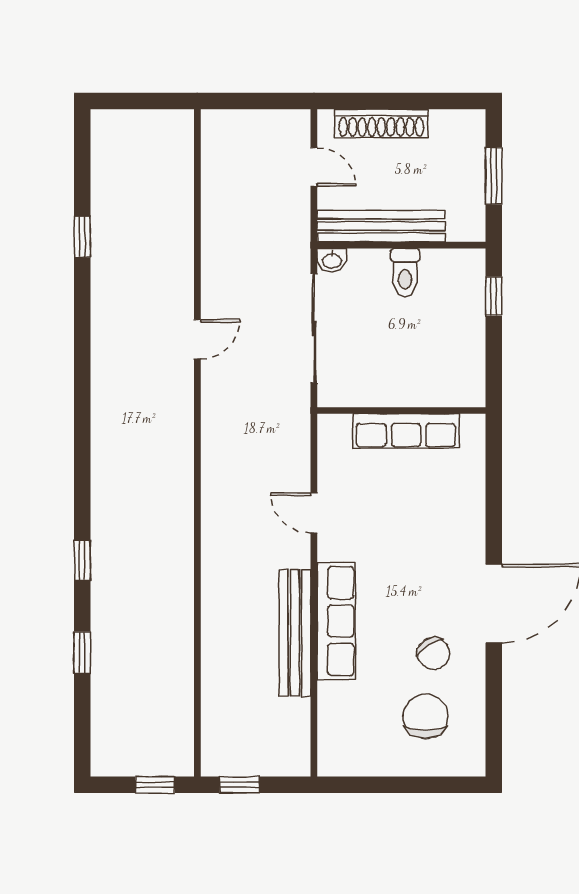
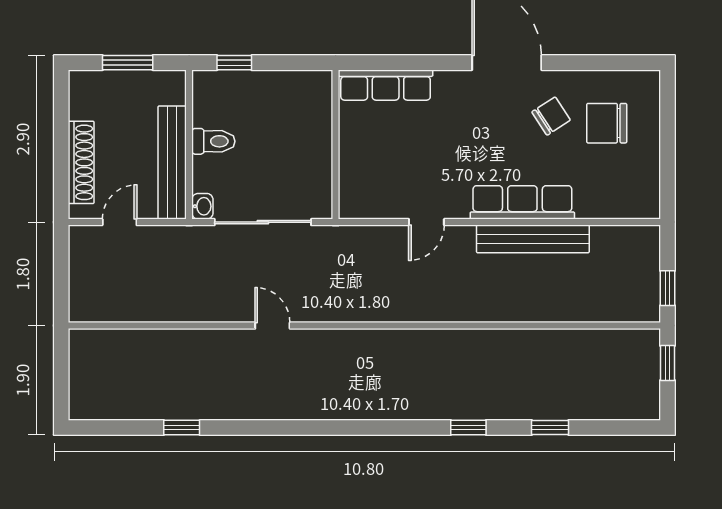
row of seats: (406, 431) -> (386, 85), moved, turned 90

